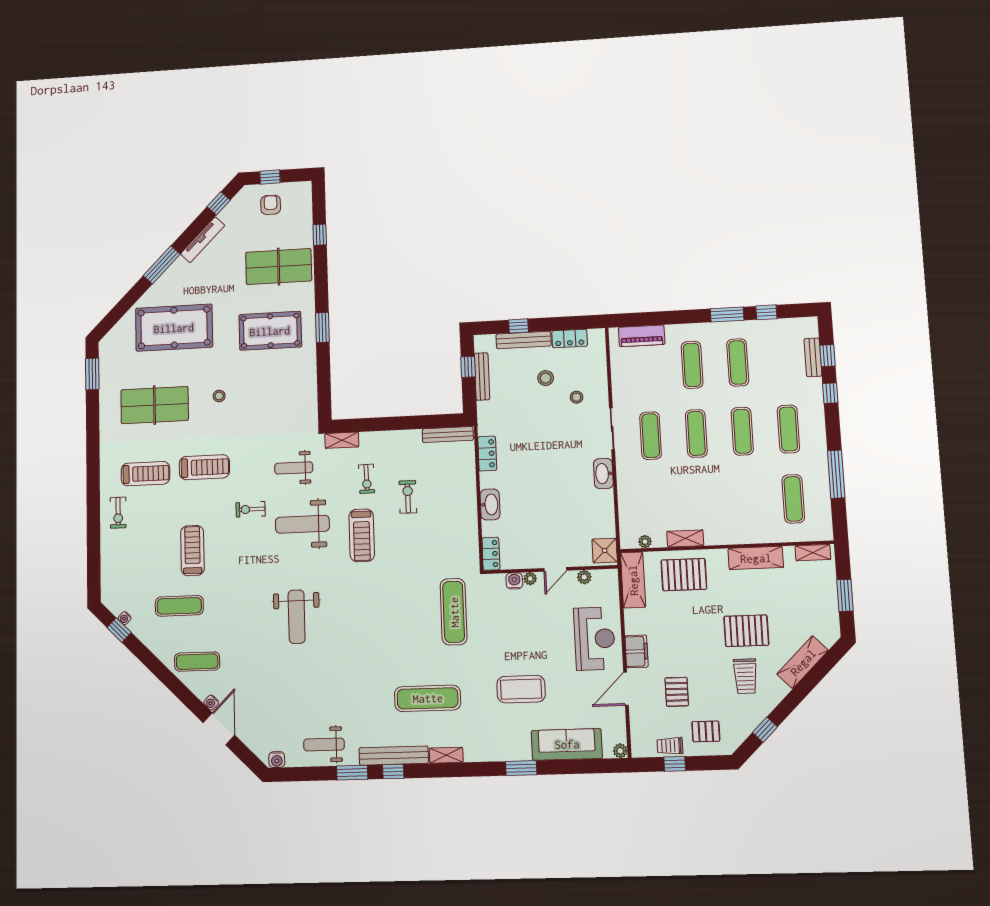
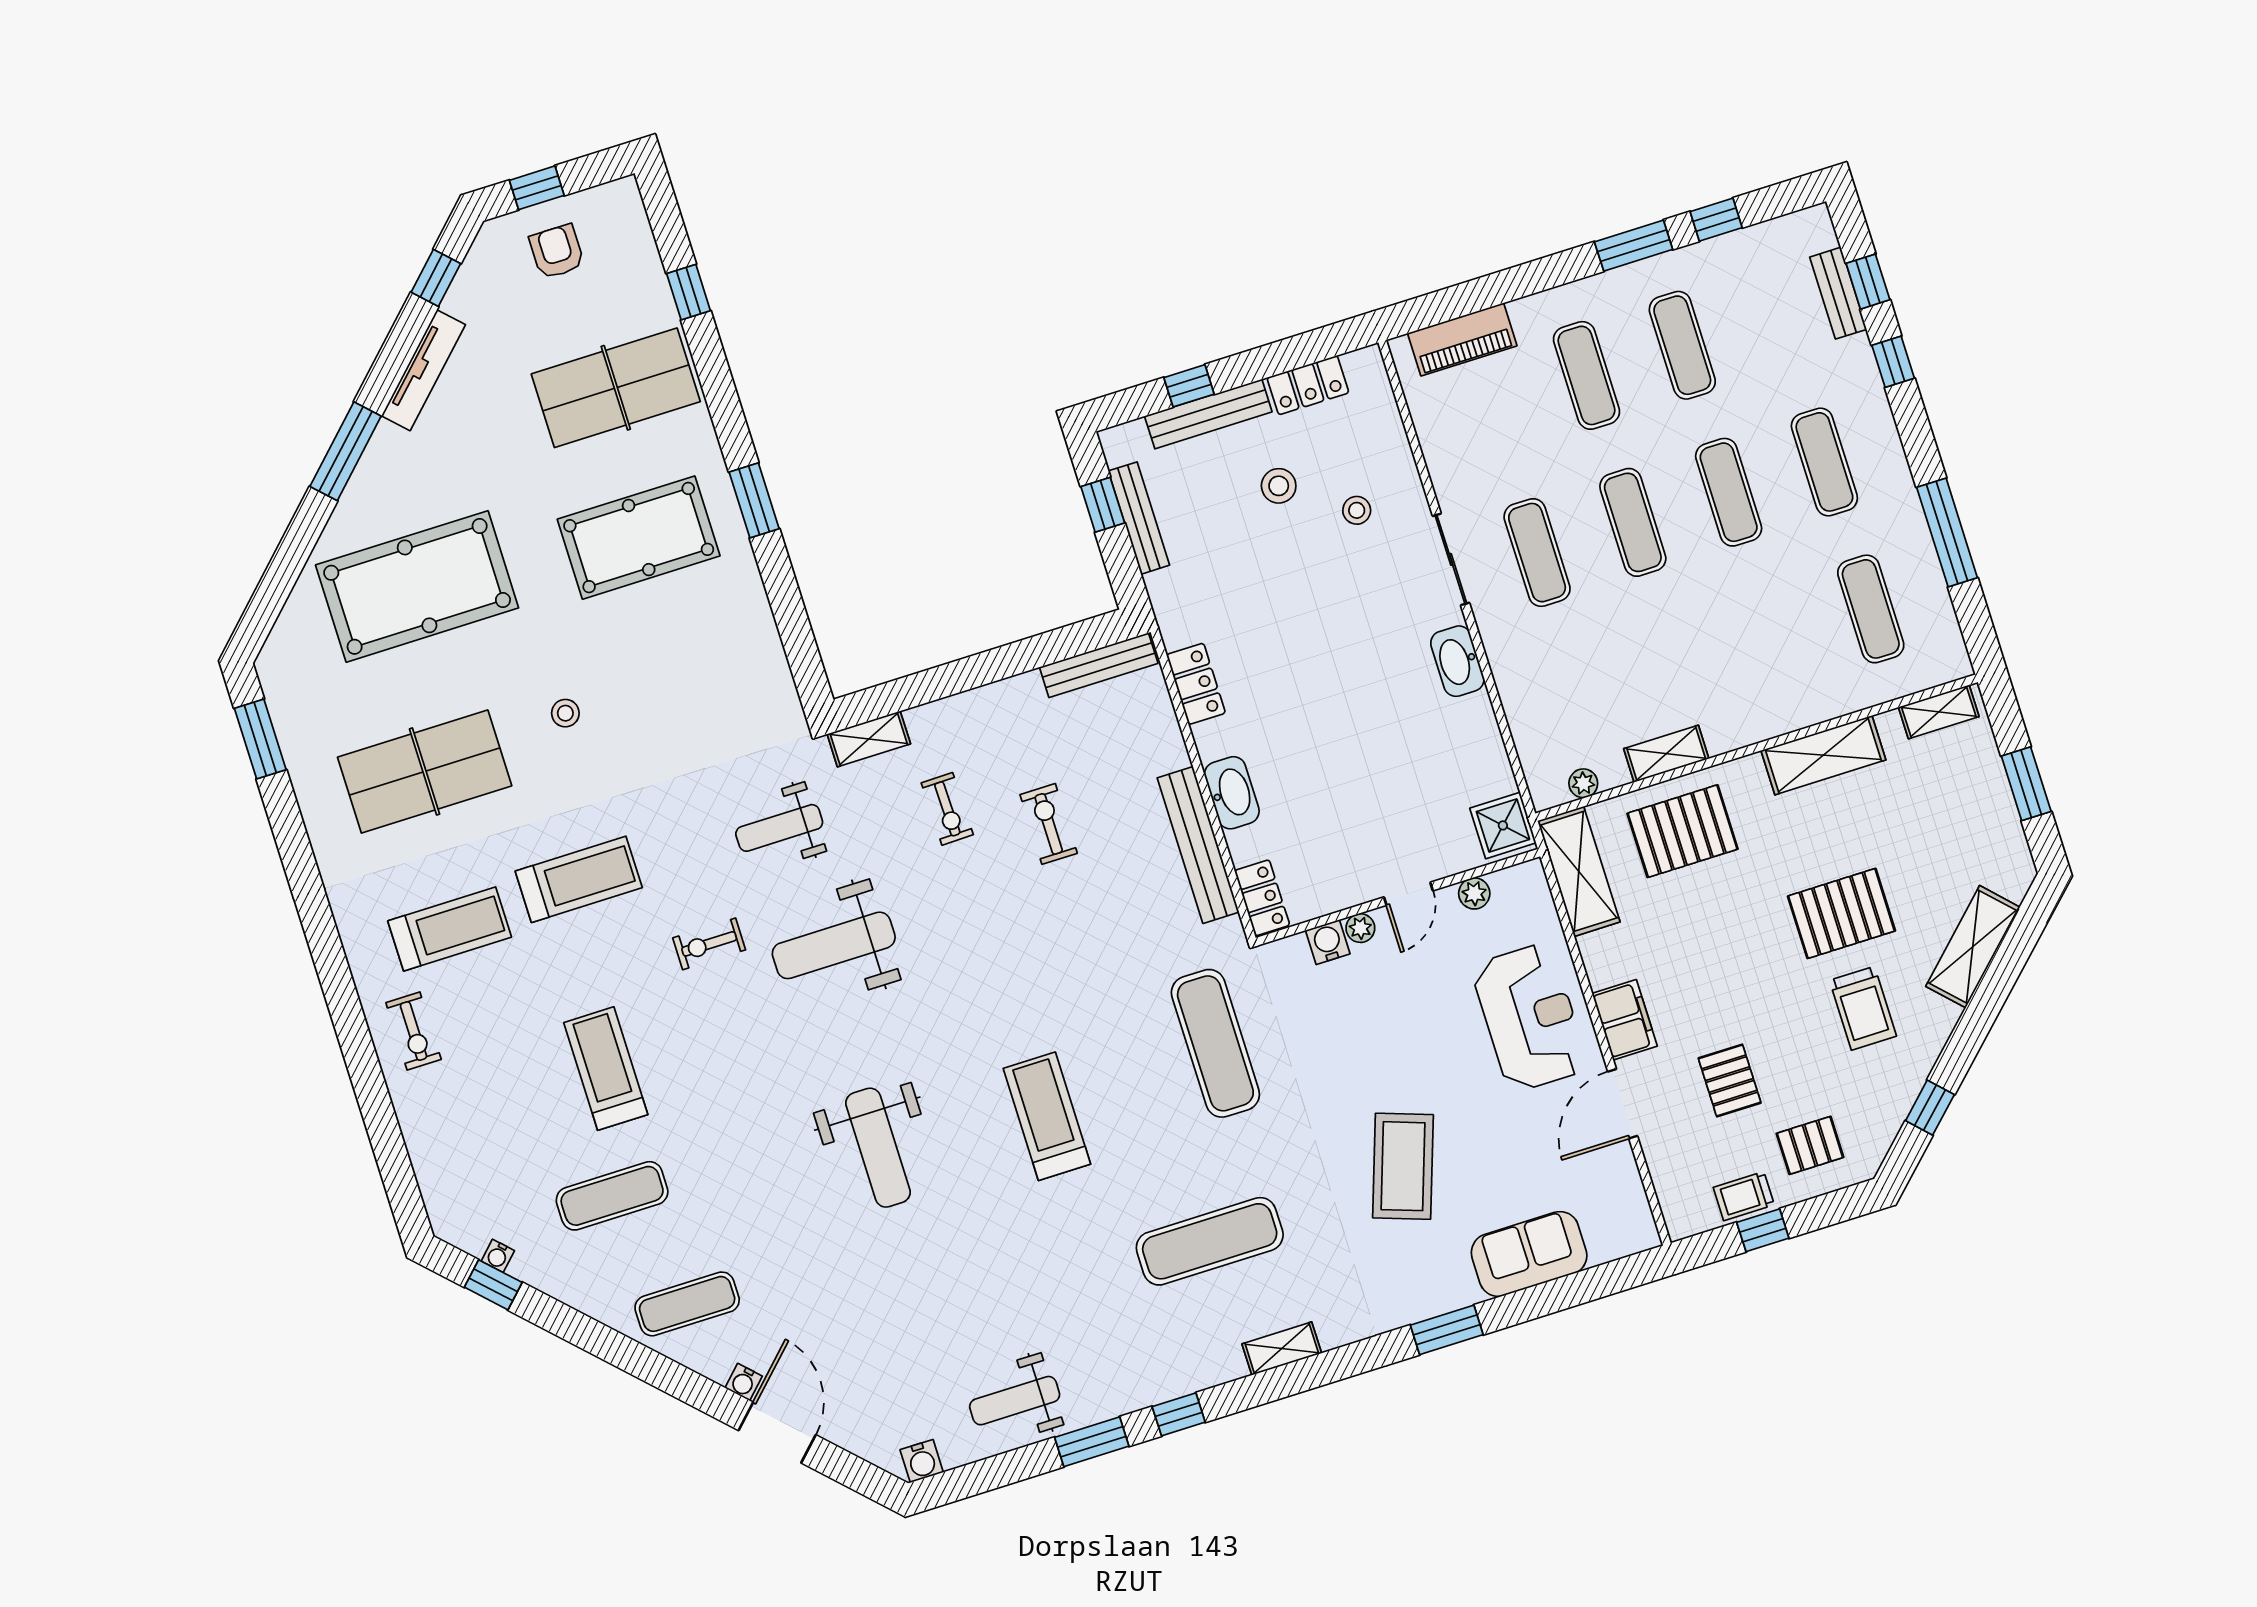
treadmill: (362, 535) -> (1047, 1116), moved, turned 180
coffee table: (521, 689) -> (1403, 1166), turned -71
sofa: (567, 744) -> (1529, 1254), width x0.73
plant: (620, 751) -> (1644, 1235), removed
bench: (394, 756) -> (1198, 845), moved, turned 90

